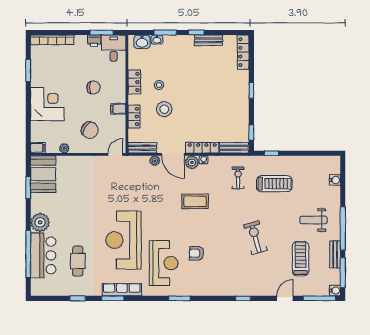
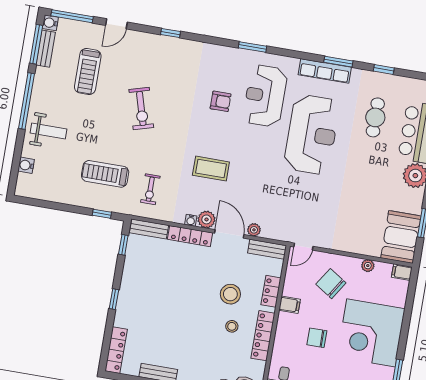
locker: (134, 82) -> (263, 336), width x1.53
corner desk: (47, 104) -> (371, 333), width x1.36, depth x1.36
weight bench: (313, 220) -> (48, 131), moved
bench: (335, 254) -> (46, 49), moved

